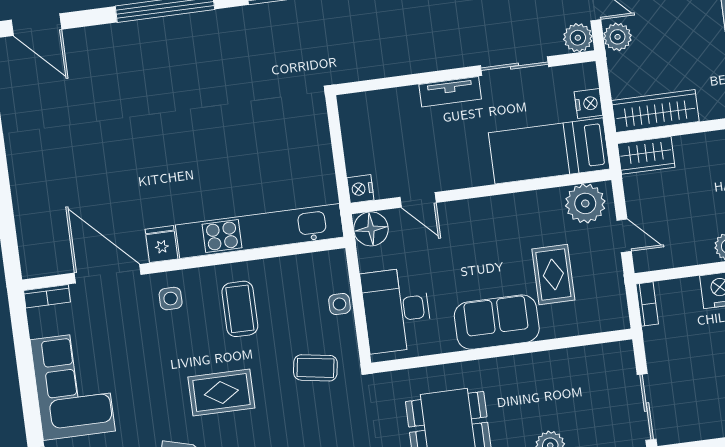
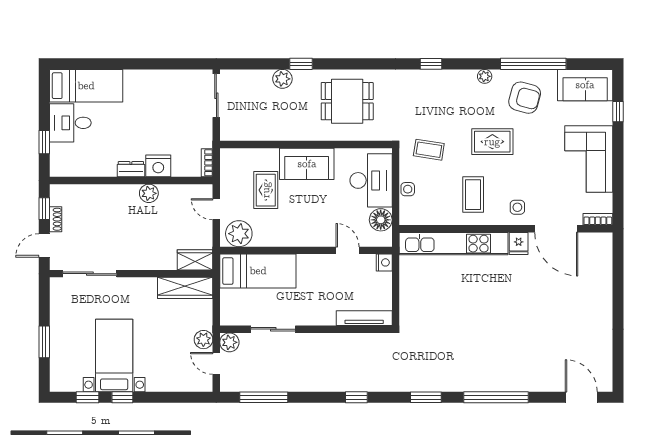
tv unit: (450, 92) -> (364, 318), moved, width x1.41
nightstand: (588, 103) -> (228, 299), removed
floor lamp: (371, 229) -> (381, 220), moved

